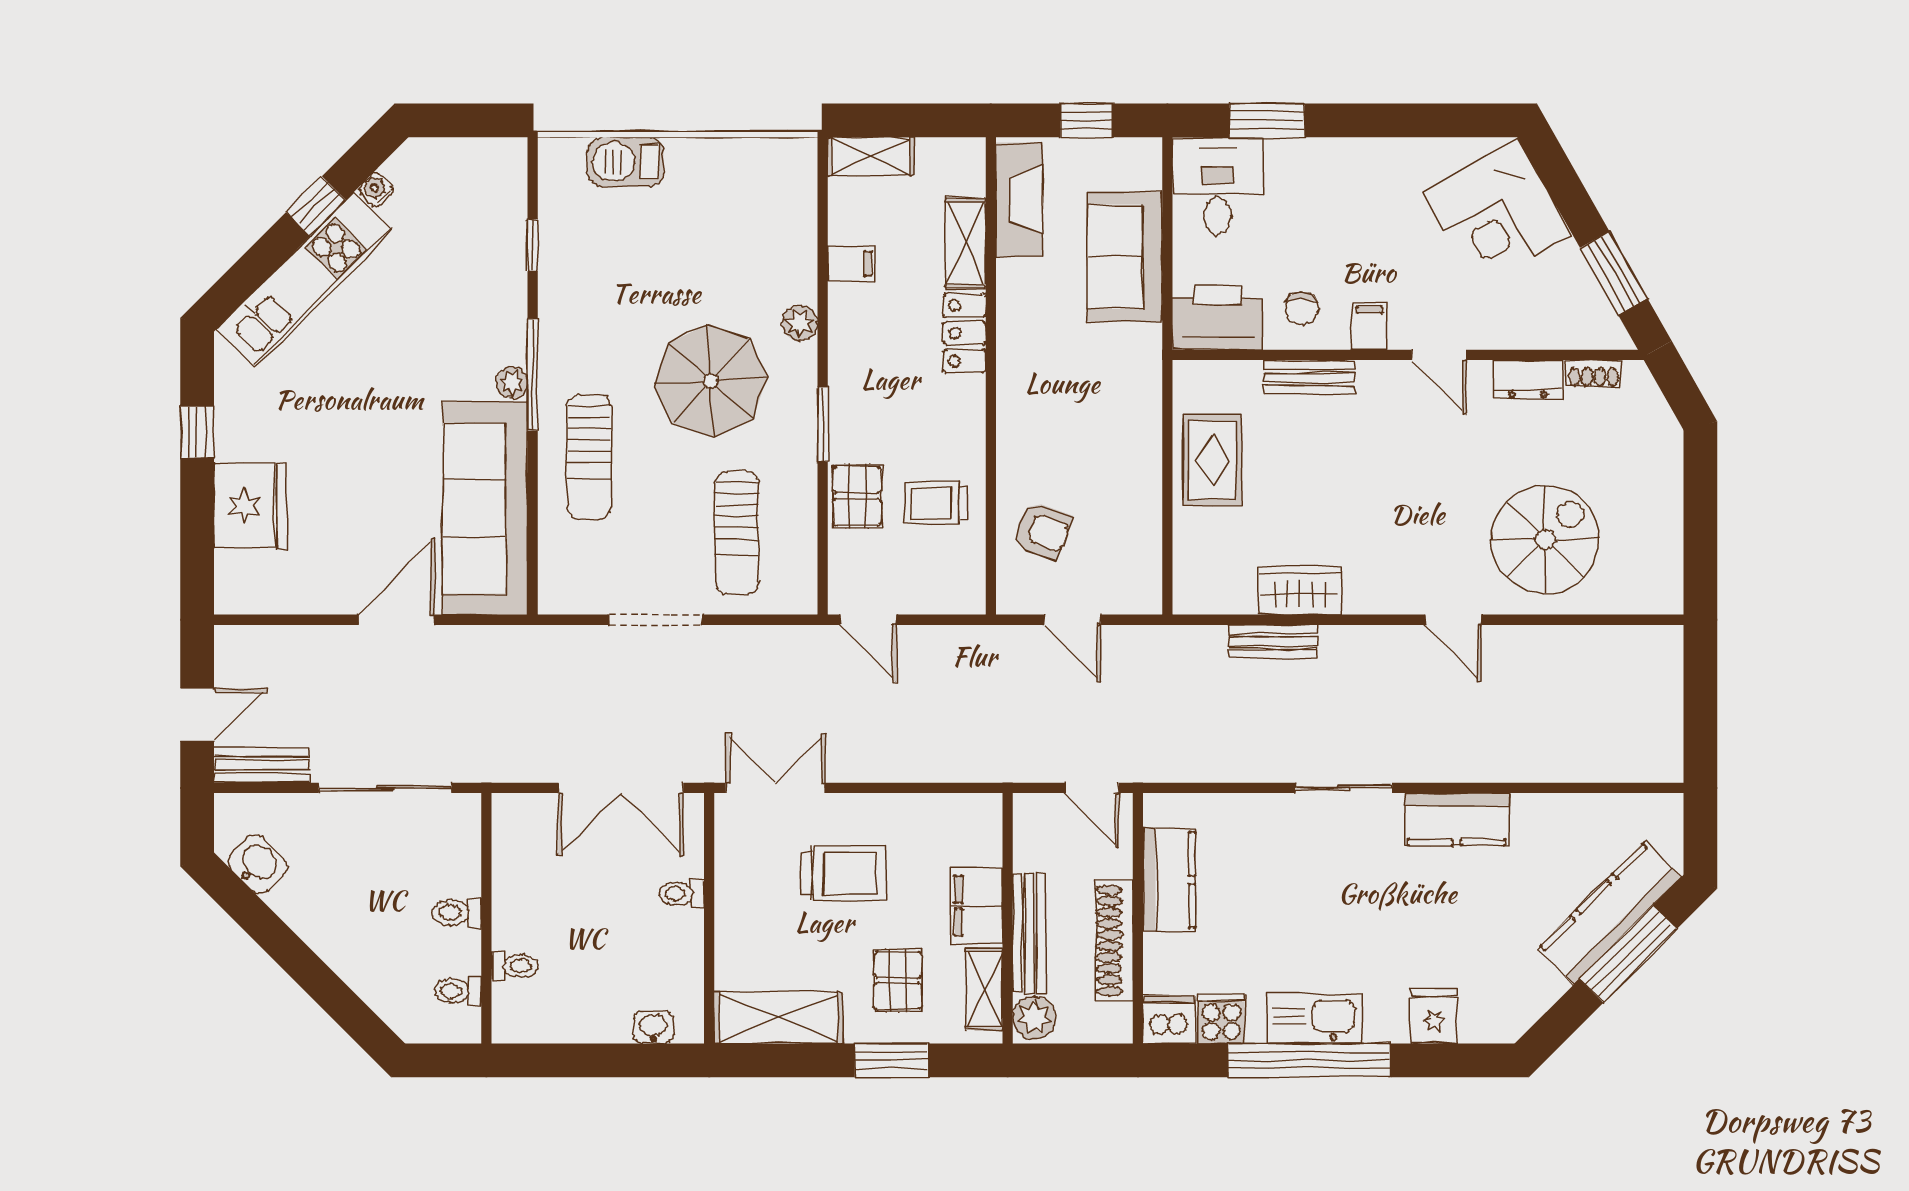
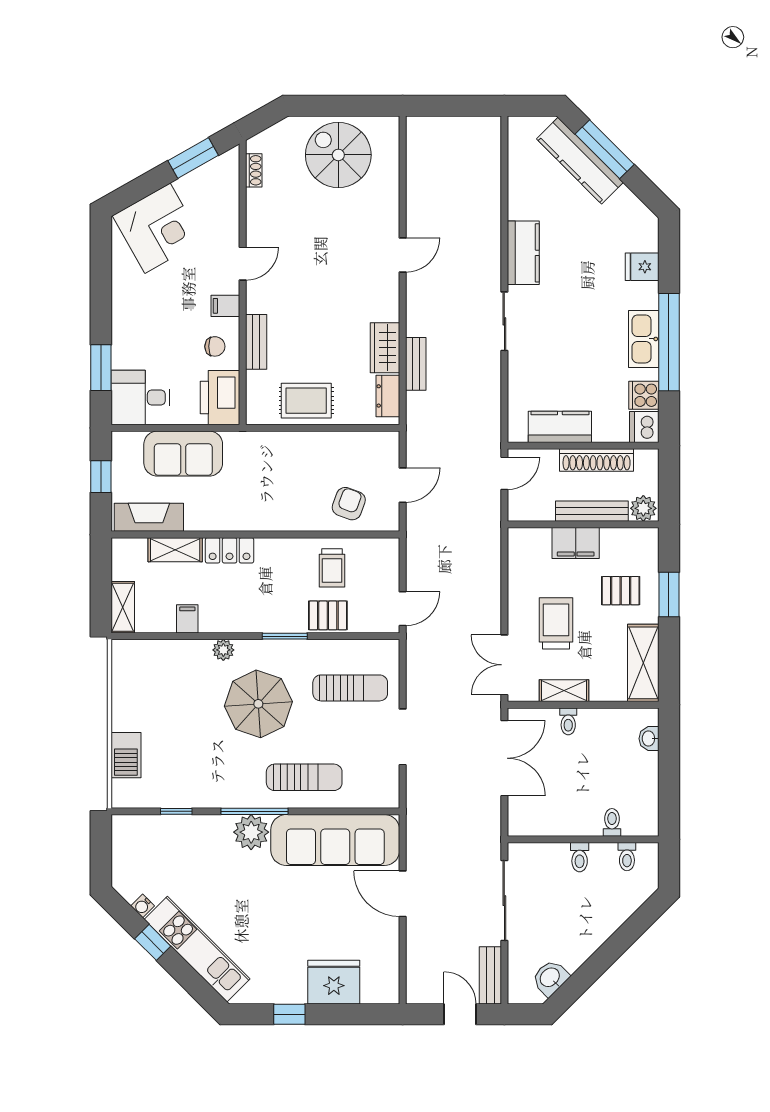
dresser: (1528, 380) -> (388, 396), moved, turned 180
plant: (512, 383) -> (251, 832), width x1.87, depth x1.87
spiral stairs: (1545, 539) -> (338, 155), moved
shelving: (984, 989) -> (564, 691), moved

